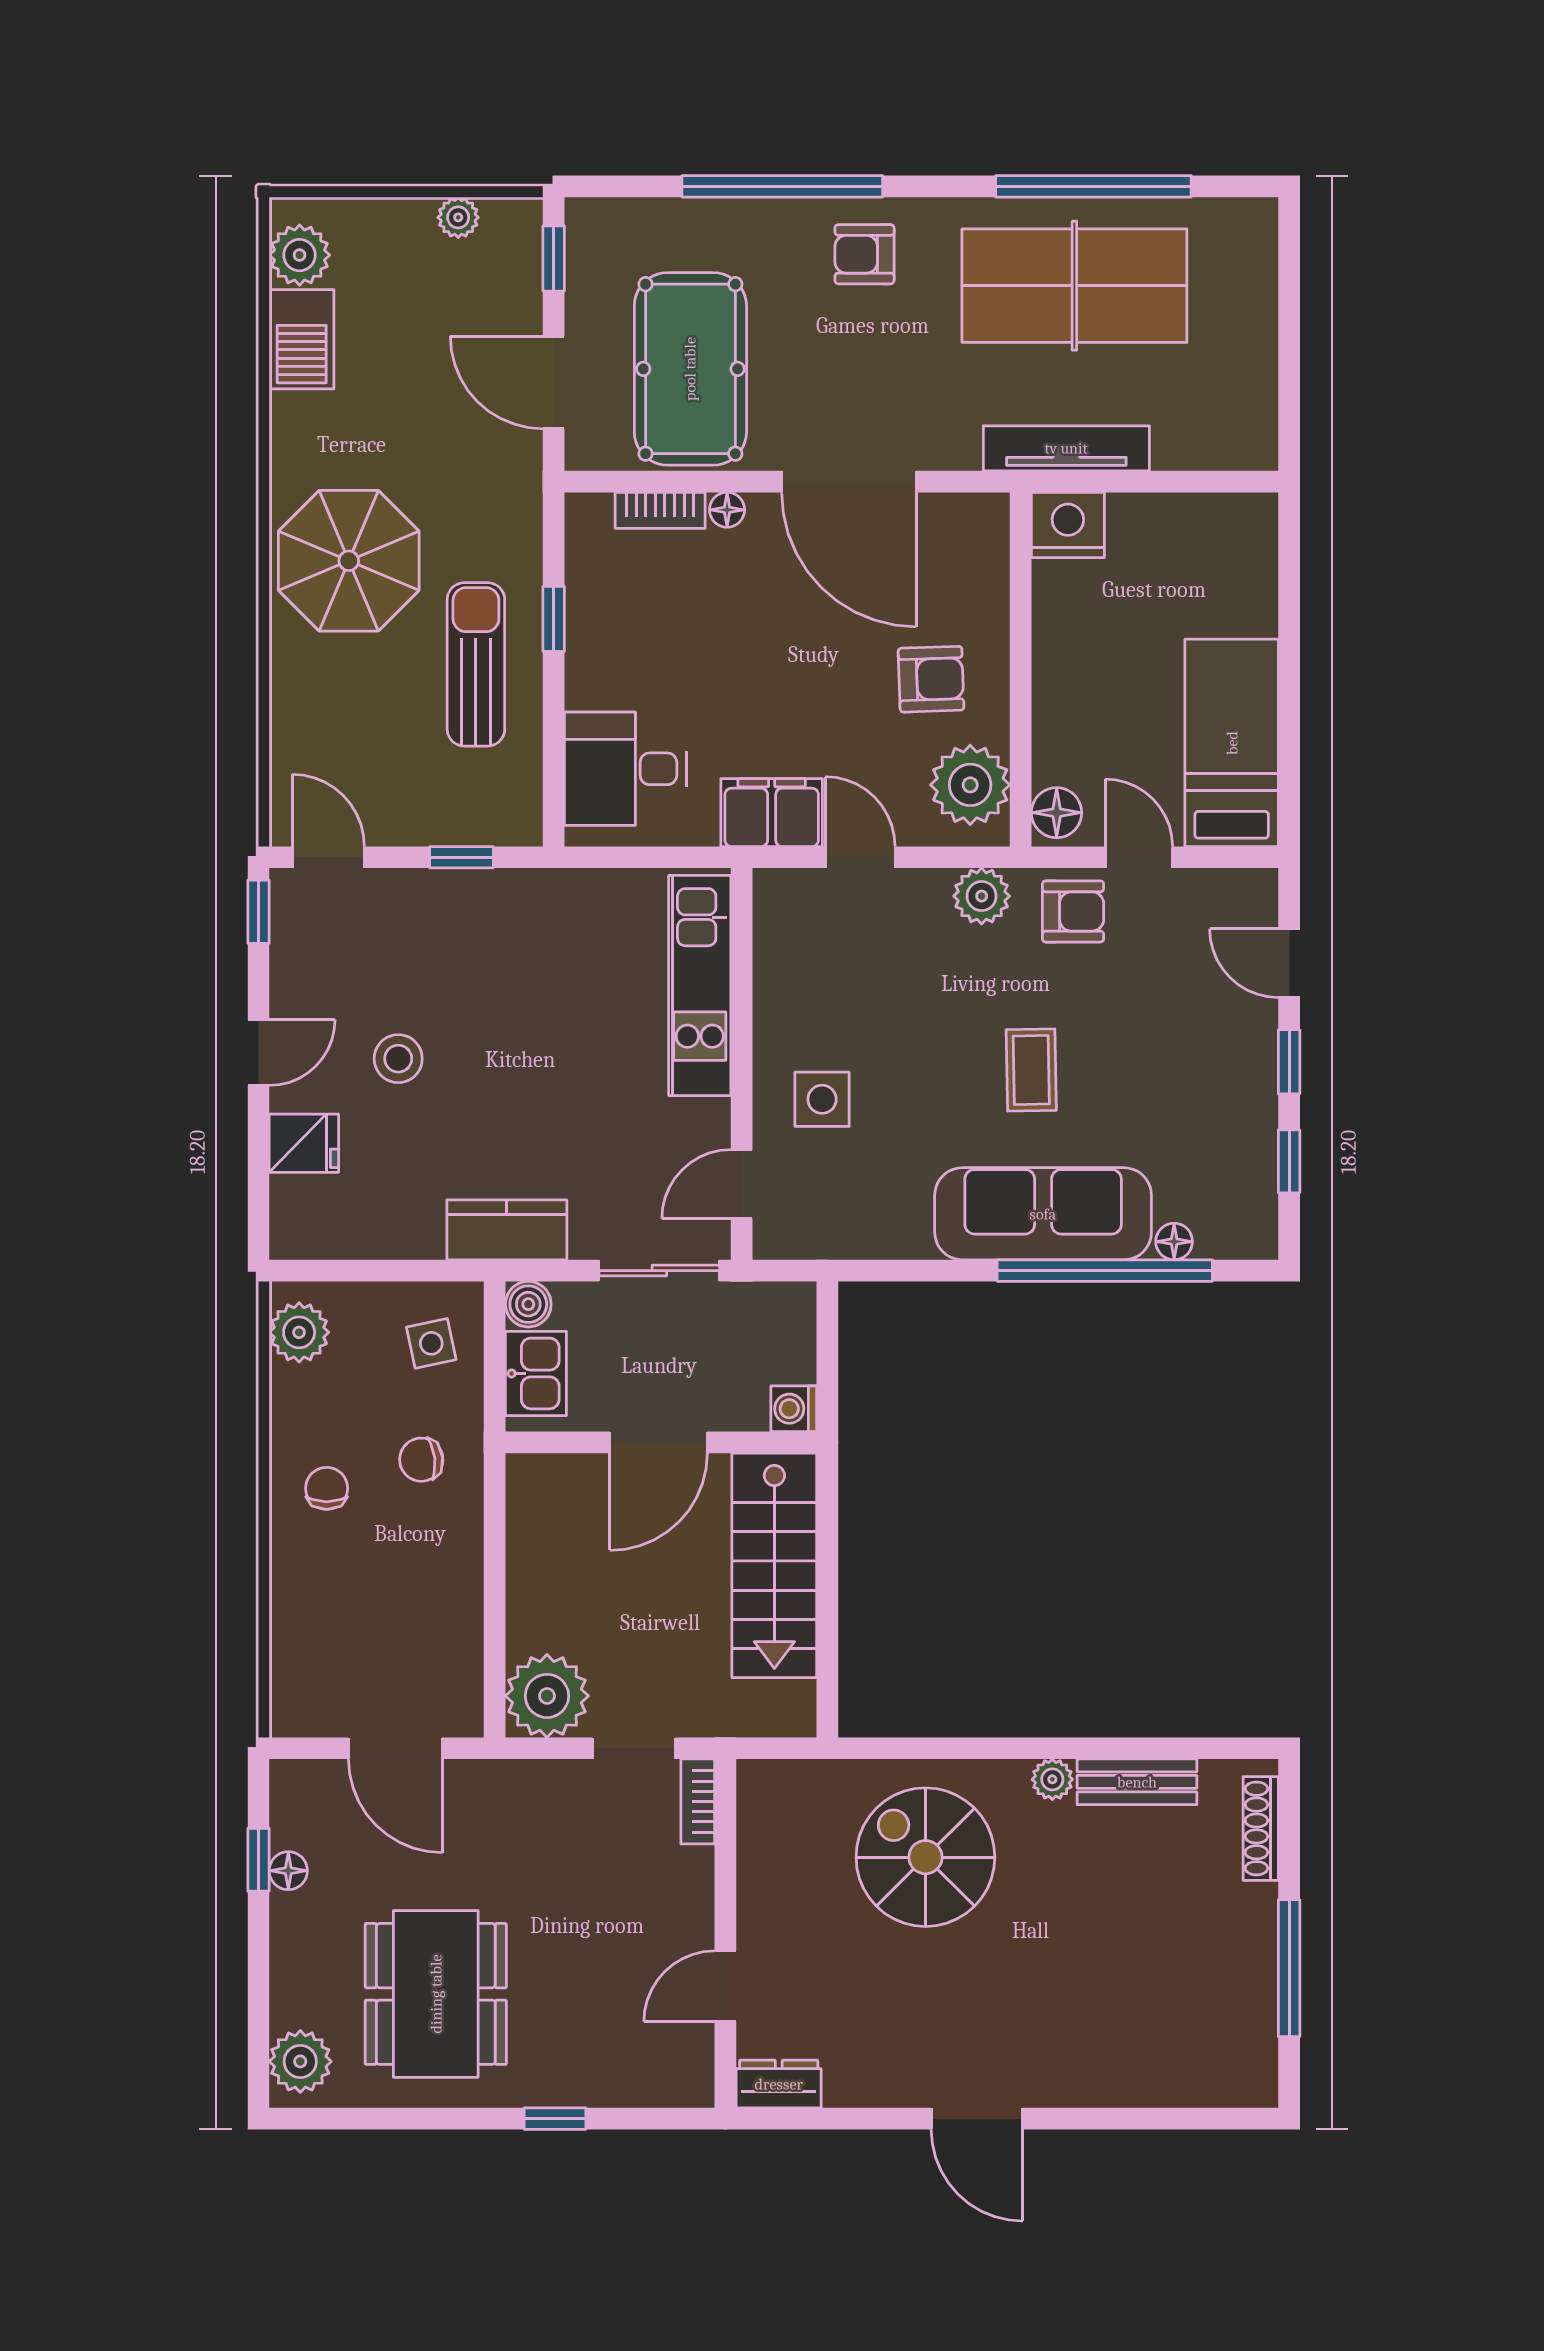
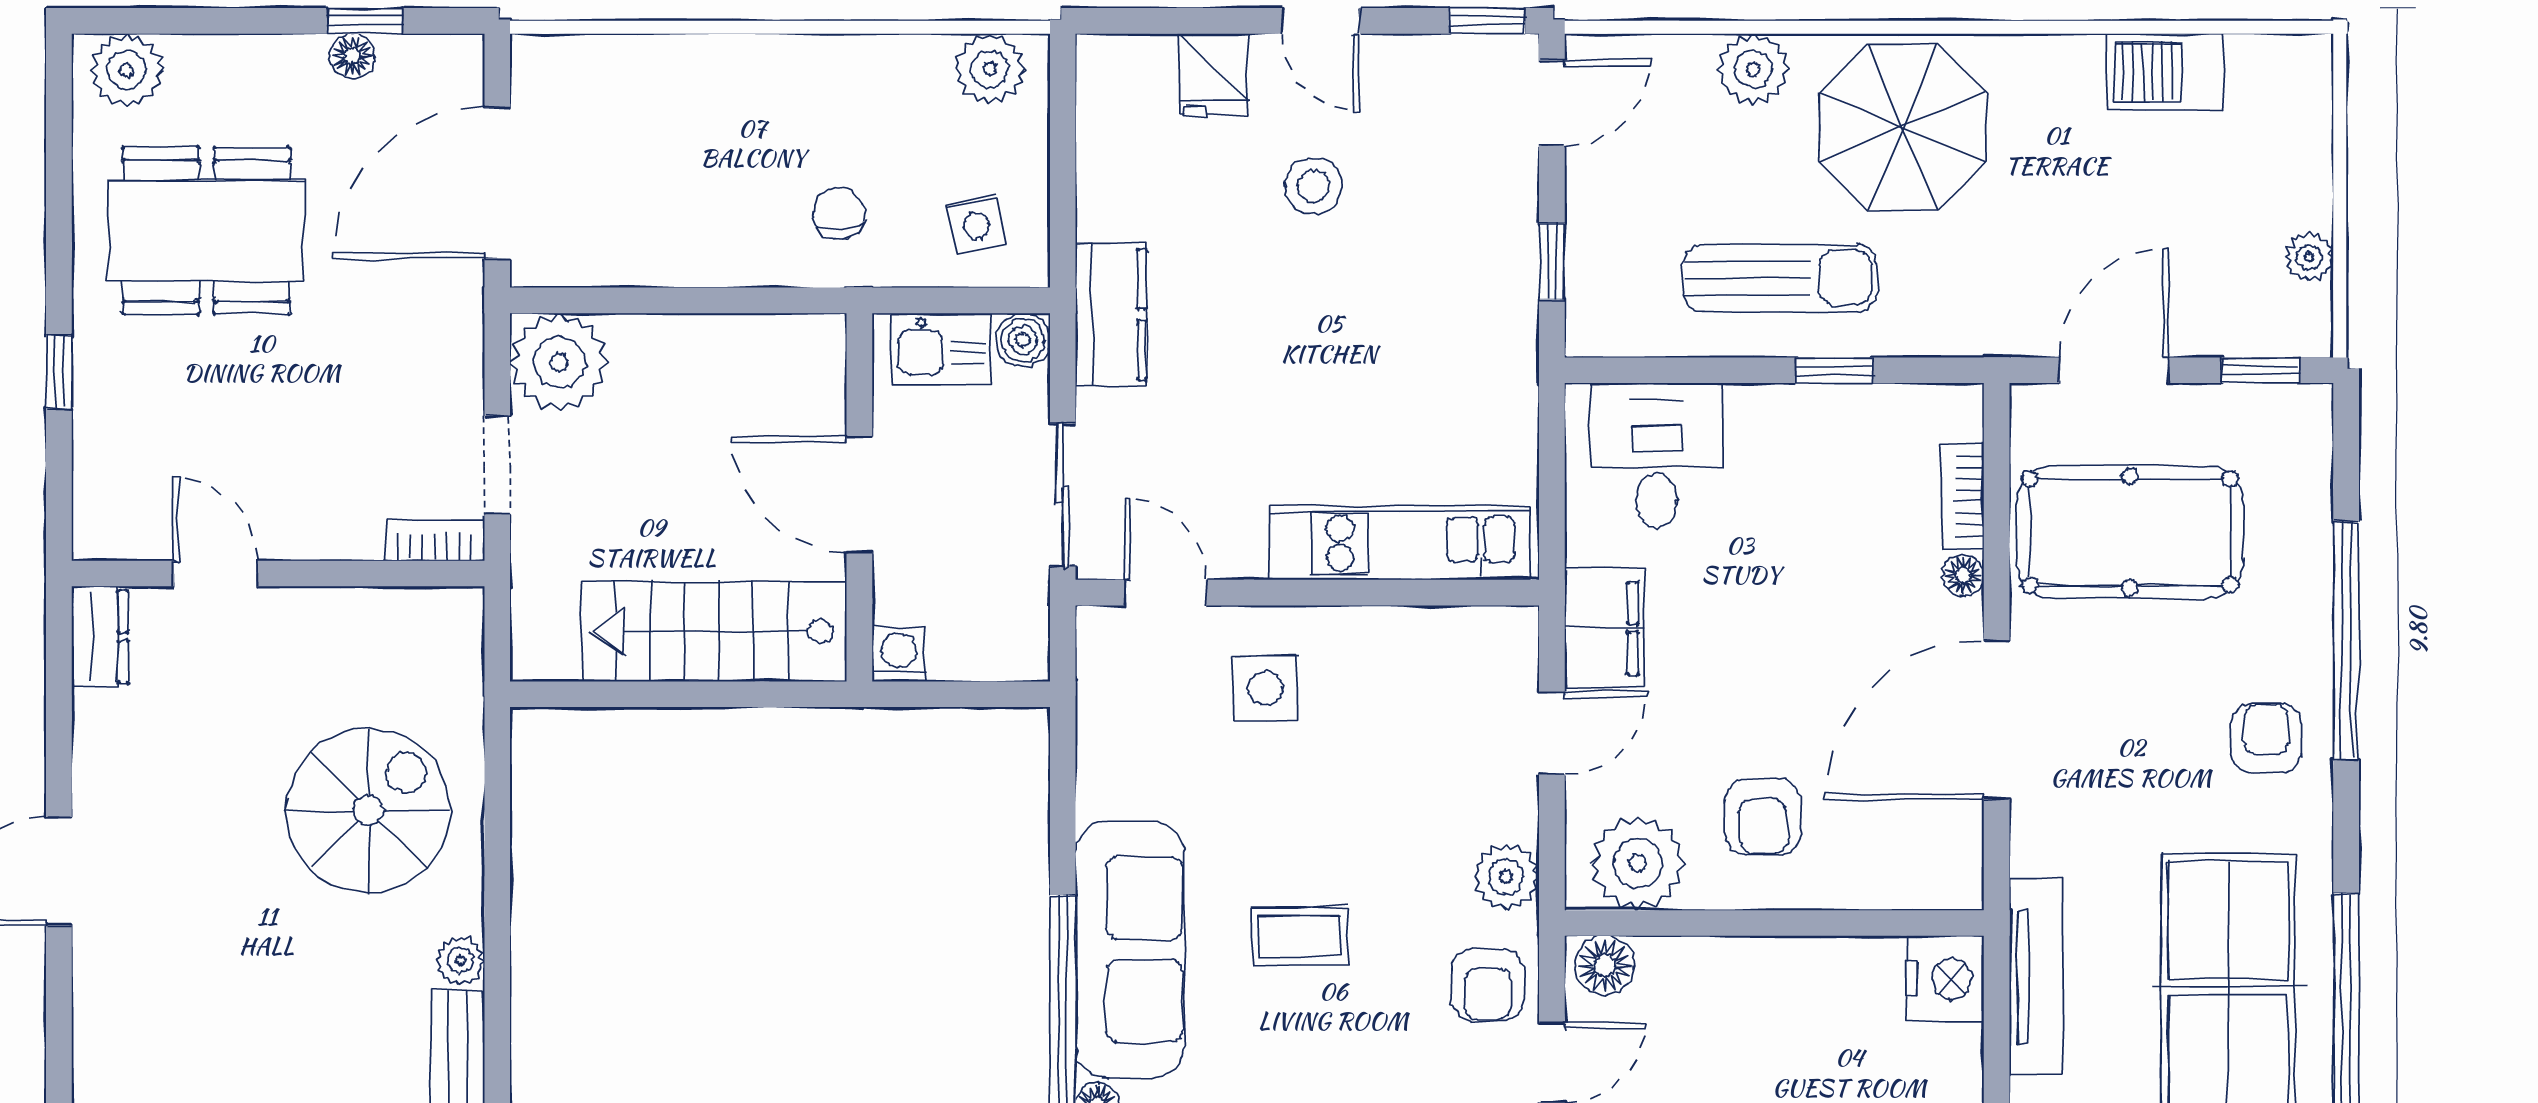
plant: (300, 255) -> (1753, 69), moved
chair: (327, 1488) -> (805, 101), removed
door: (395, 1748) -> (497, 183), width x1.36

